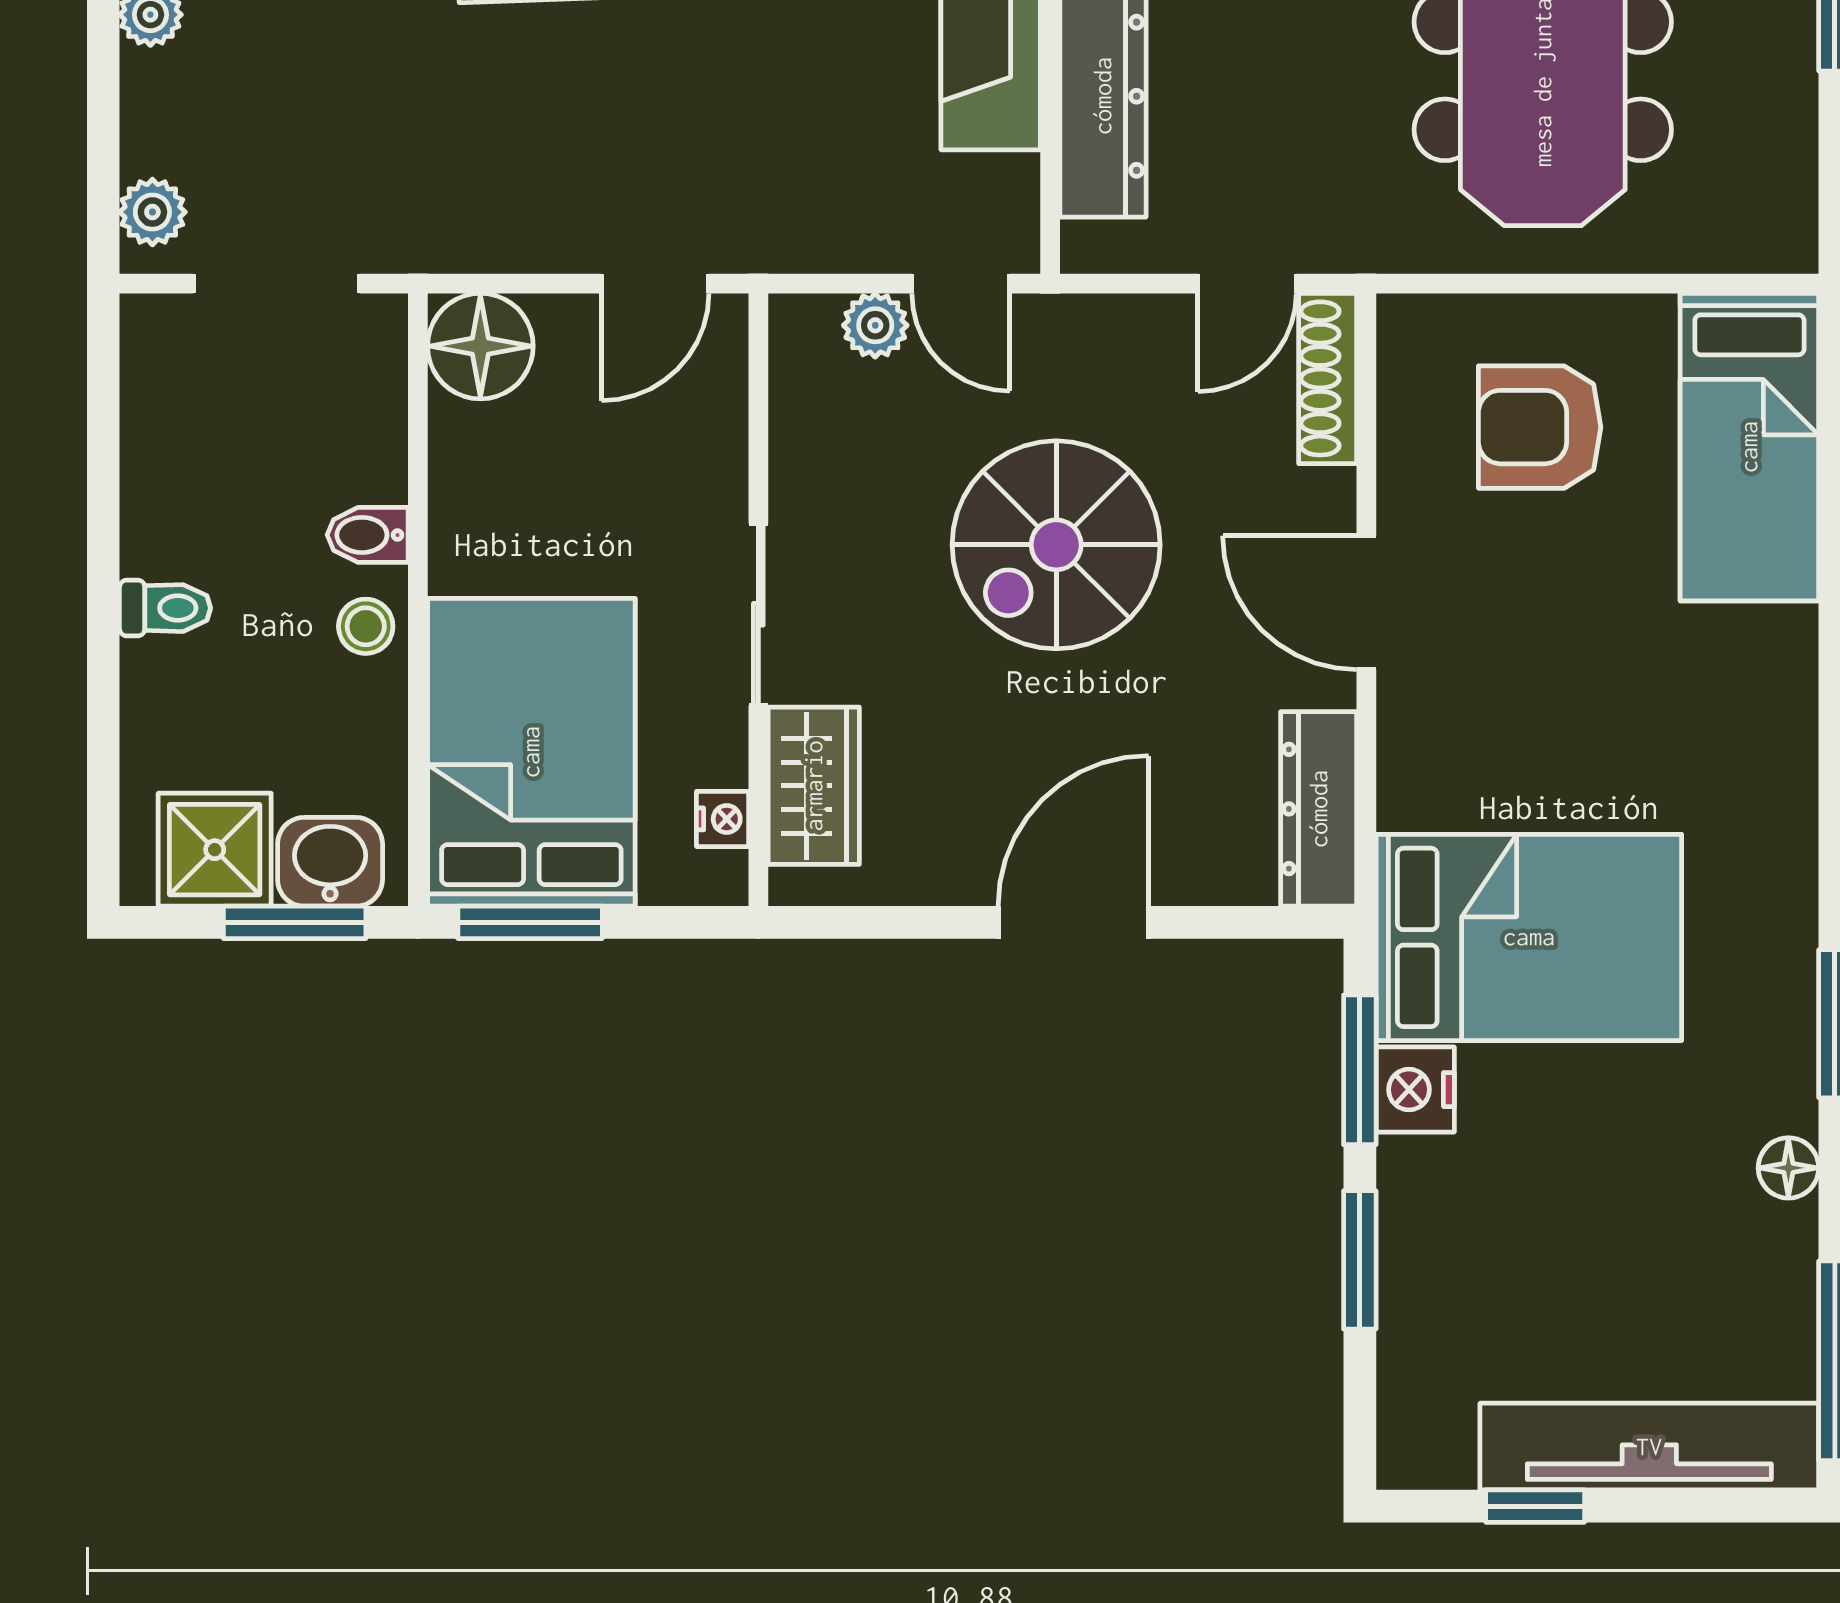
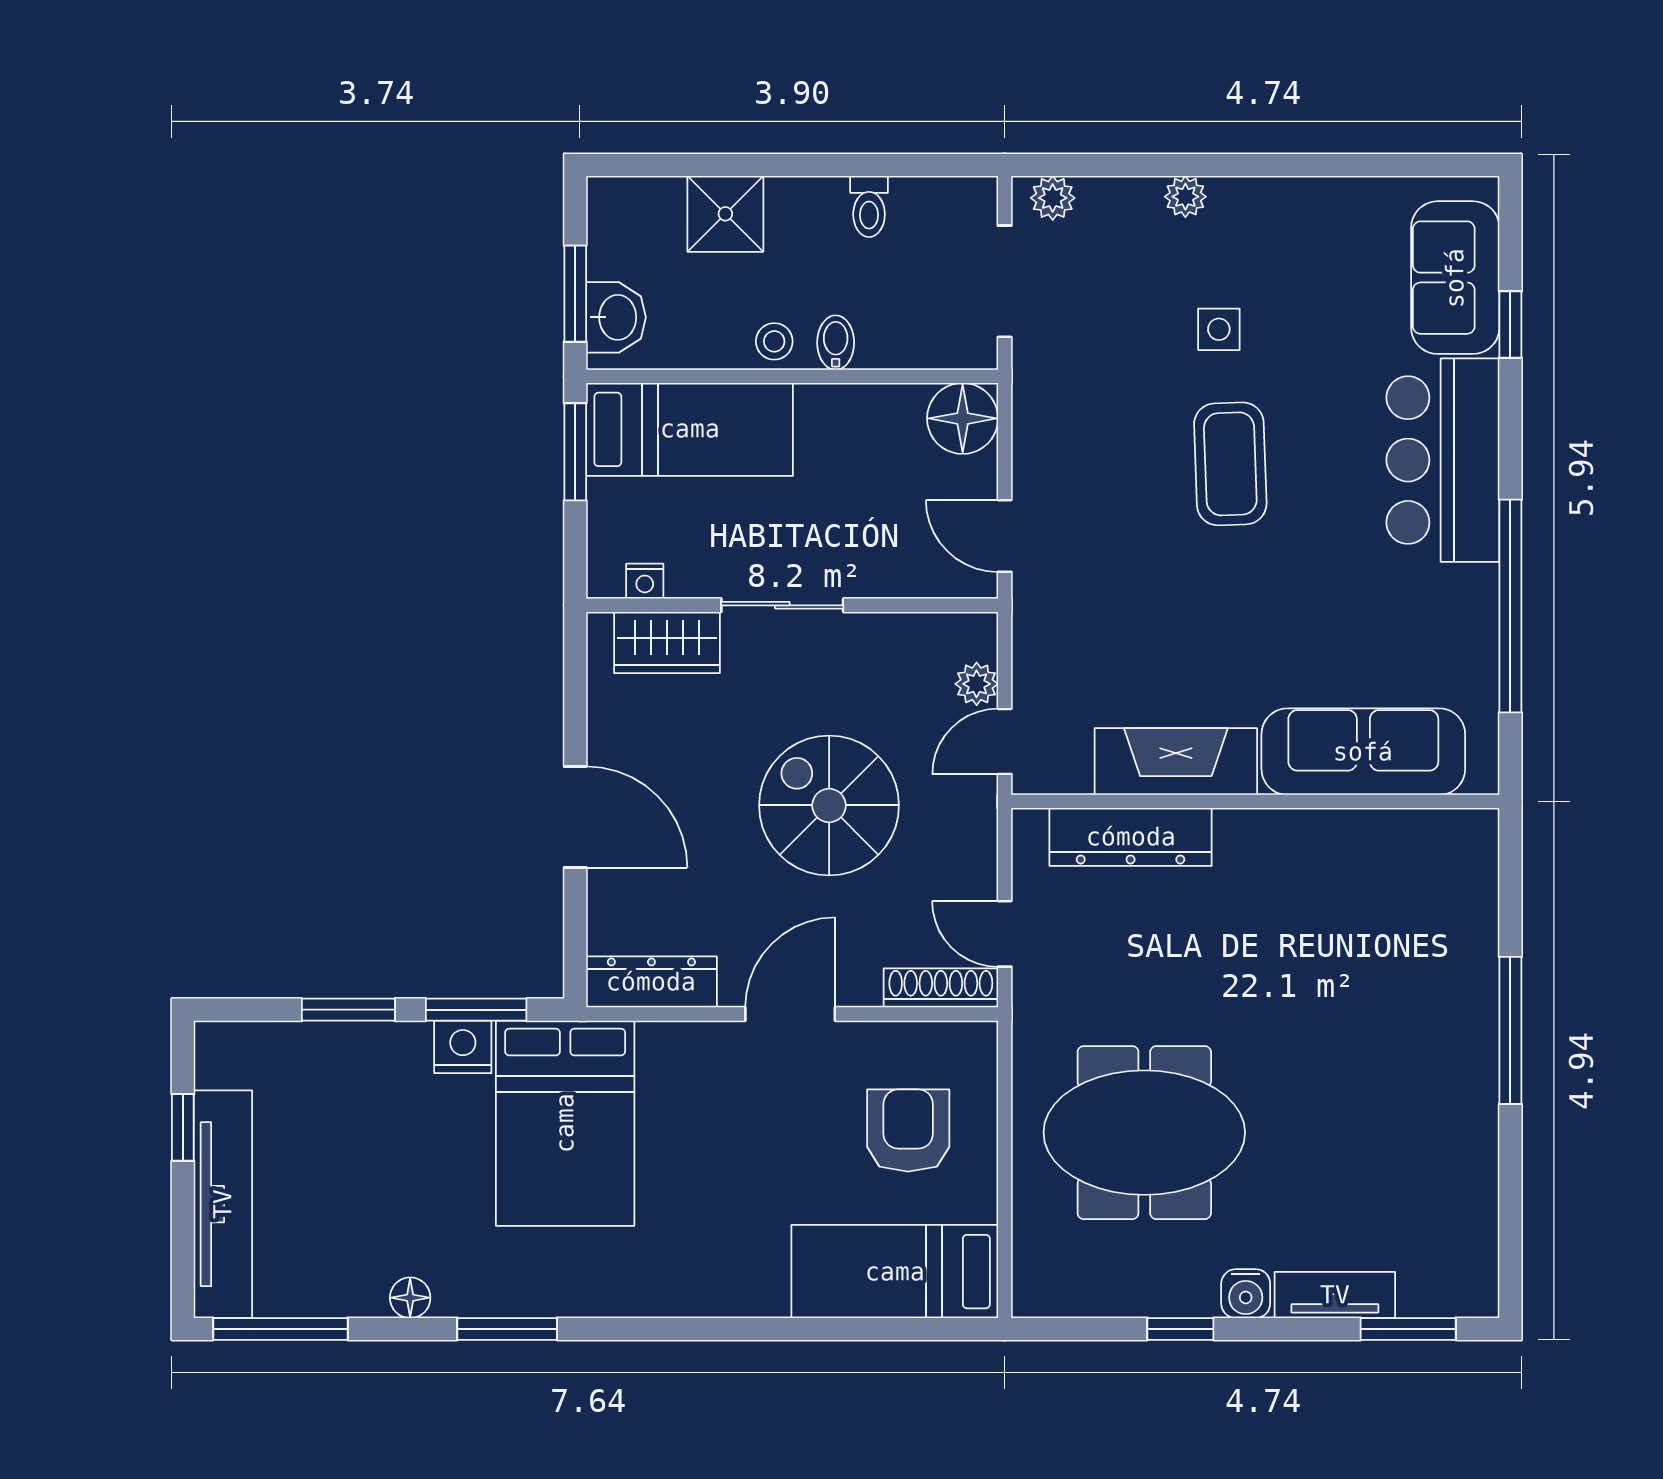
toilet: (165, 608) -> (869, 206), moved
bed: (531, 752) -> (690, 429), width x0.67
shower: (215, 850) -> (725, 214), moved

